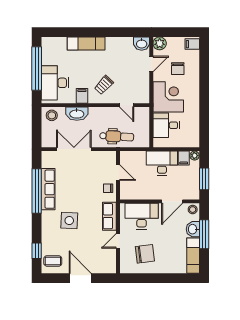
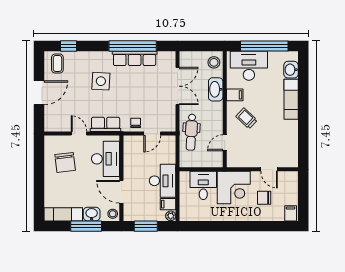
plant: (160, 43) -> (291, 178), removed
washbasin: (142, 44) -> (291, 70), moved

